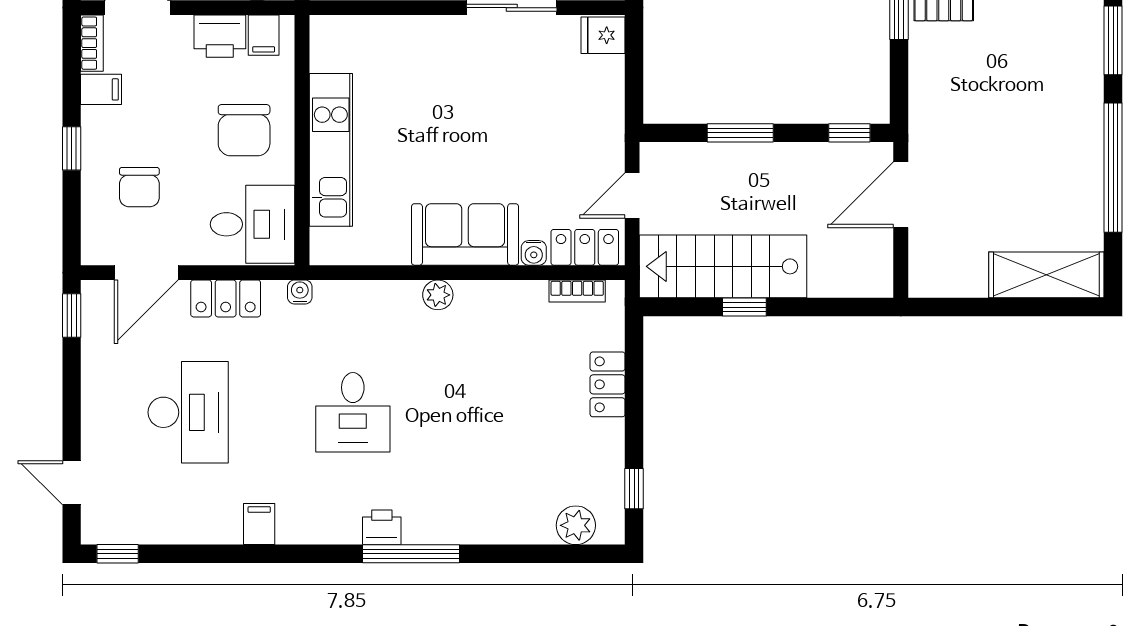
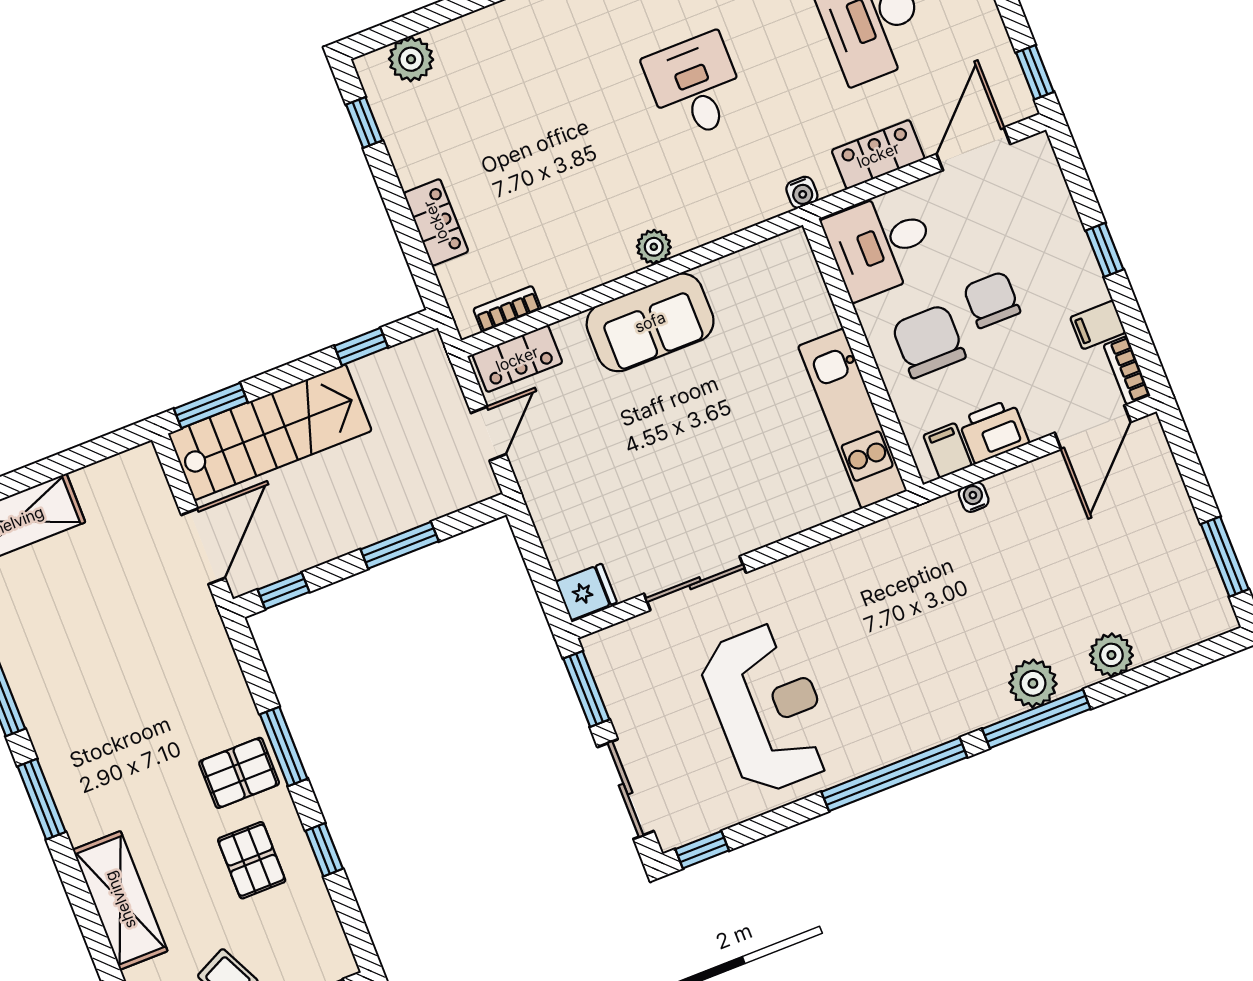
kitchen unit: (331, 150) -> (852, 419), moved
chair: (139, 187) -> (992, 300), moved
water cooler: (534, 253) -> (569, 332), removed
stairs: (723, 266) -> (270, 432), moved
window: (744, 307) -> (361, 347), moved
window: (850, 307) -> (211, 406), added

